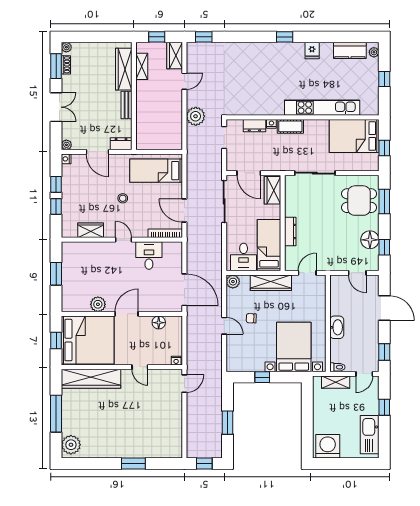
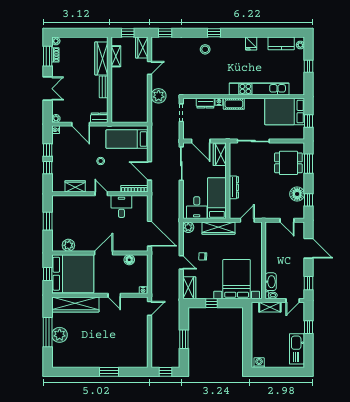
window: (285, 37) -> (214, 33), moved
stool: (254, 58) -> (205, 49), added
plant: (98, 304) -> (68, 245), moved
washbasin: (337, 327) -> (271, 282), moved
wardrobe: (234, 358) -> (189, 288), added
plant: (71, 445) -> (60, 335), moved
washing machine: (328, 446) -> (259, 363), width x0.53, depth x0.53

